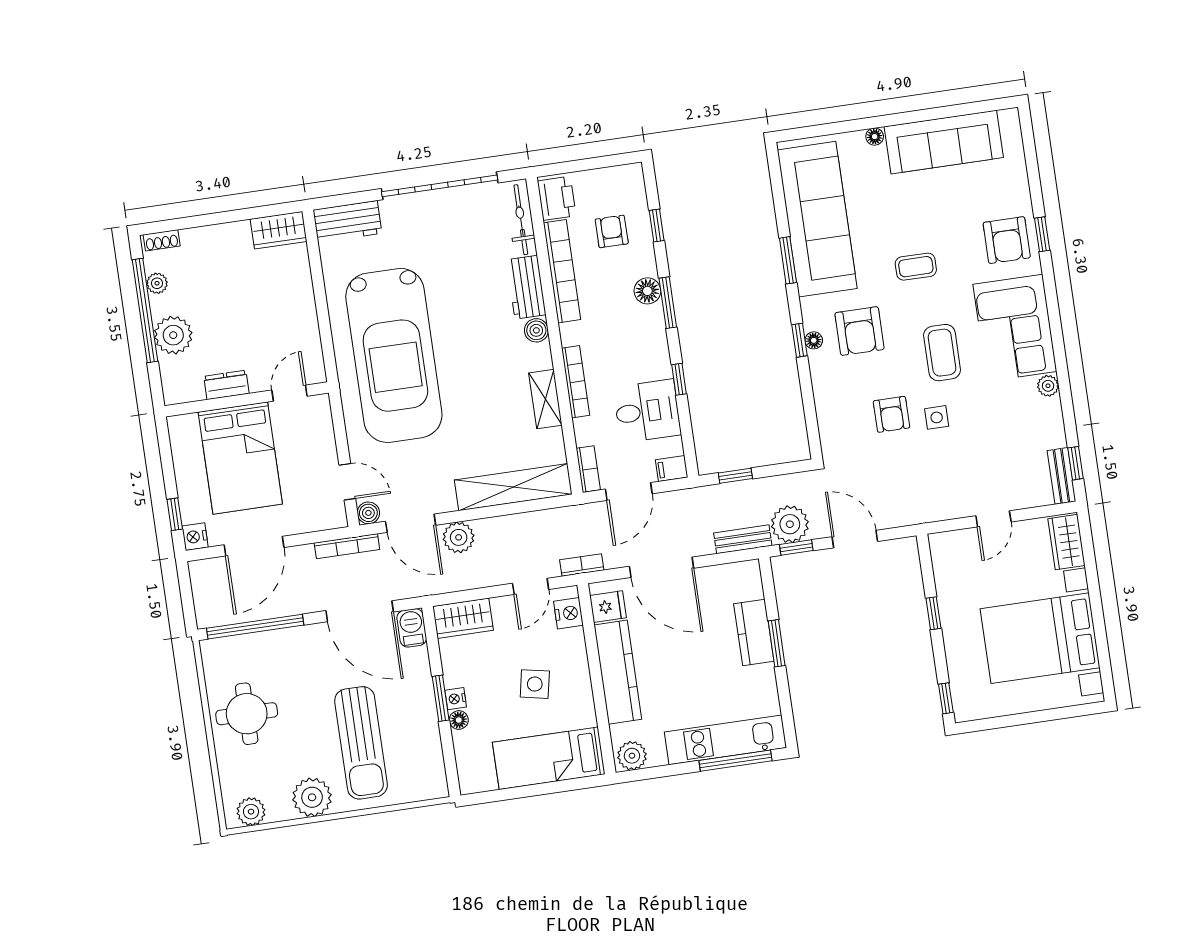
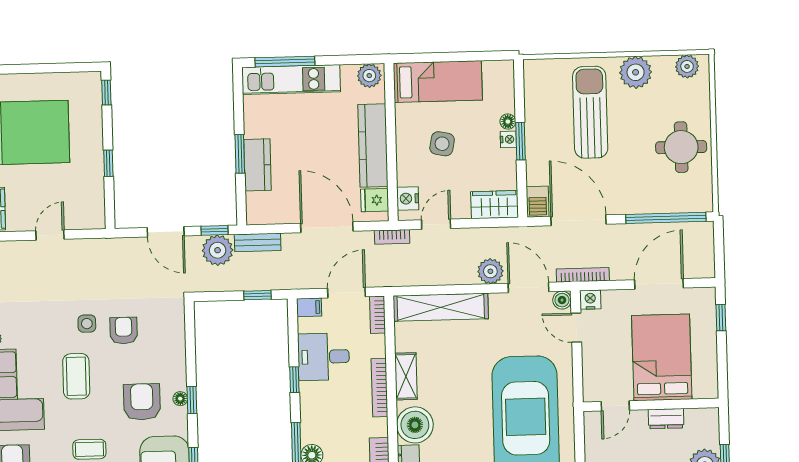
boiler: (536, 330) -> (415, 425), width x1.86, depth x1.86
nightstand: (195, 537) -> (590, 300), moved, turned -90

